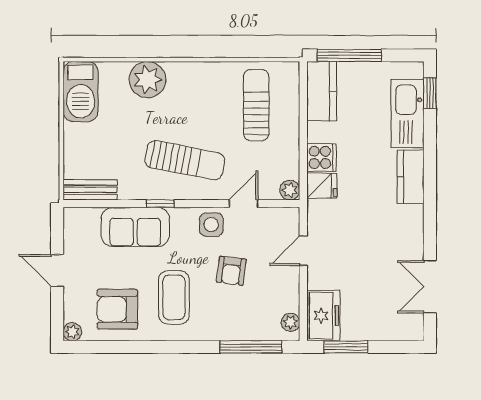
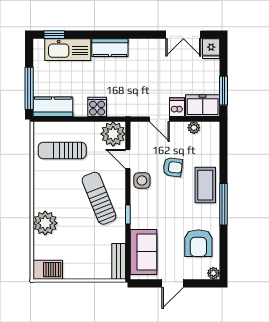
barbecue: (81, 92) -> (48, 270), width x0.73, depth x0.83
sun lounger: (185, 160) -> (99, 198), turned -33
fridge: (322, 186) -> (211, 49), moved, turned 180
plant: (290, 190) -> (113, 134), width x1.88, depth x1.88
sofa: (135, 227) -> (143, 252), moved
dishwasher: (321, 277) -> (177, 107), added
coffee table: (174, 297) -> (205, 185), moved, turned 90
plant: (290, 322) -> (194, 128), moved
window: (251, 347) -> (224, 204), moved

